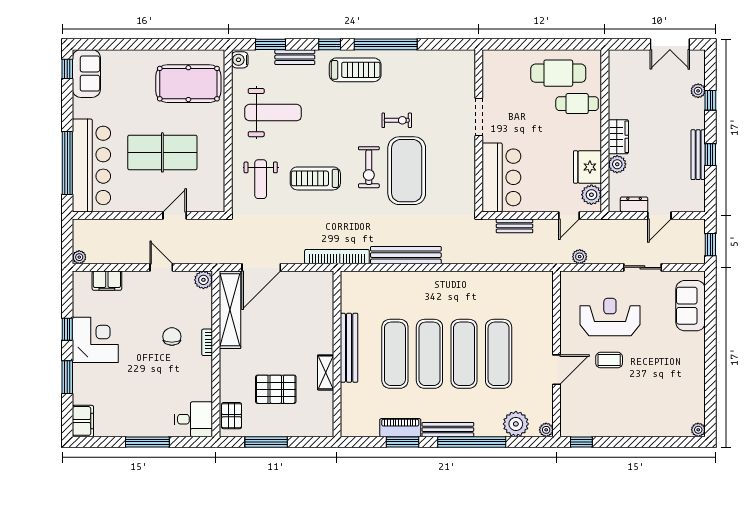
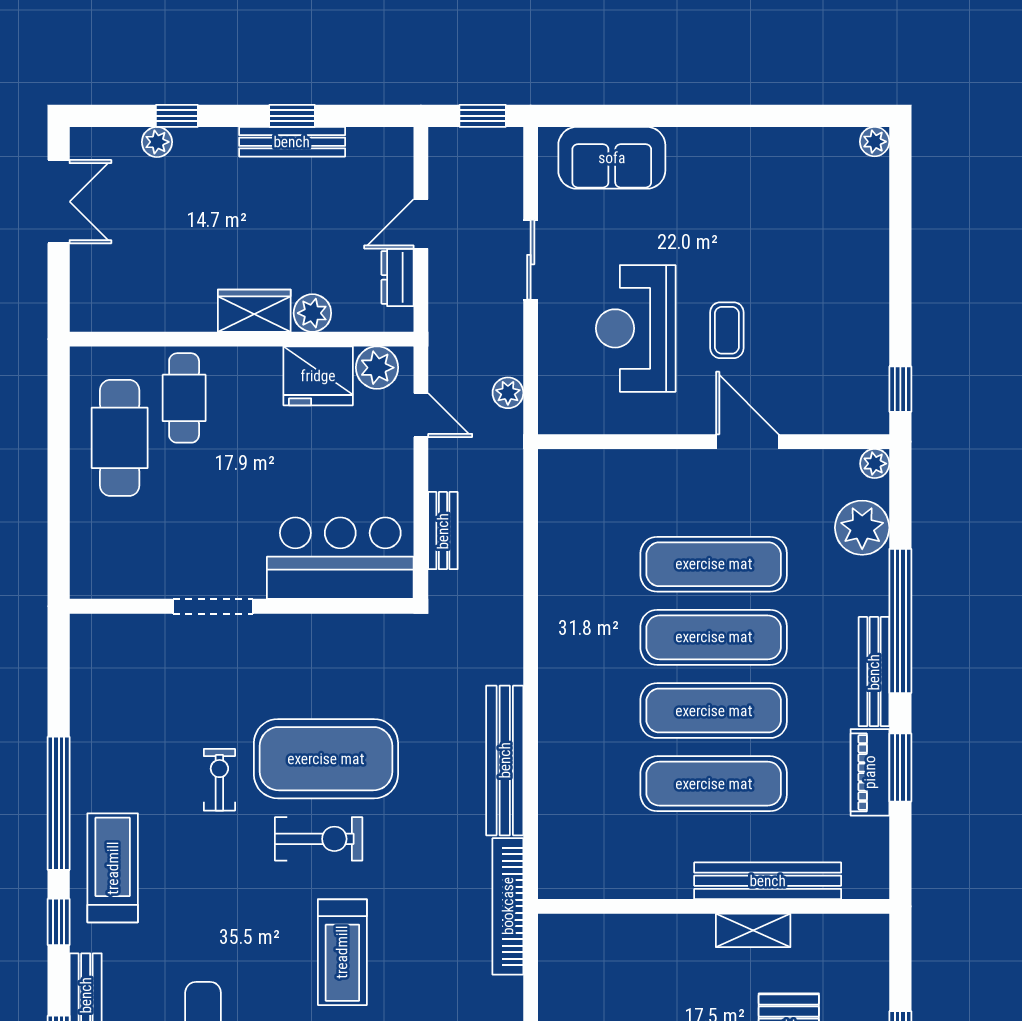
door: (659, 215) -> (421, 224), swing flipped
bench: (349, 348) -> (768, 881), moved

